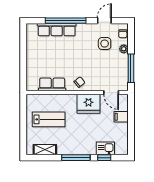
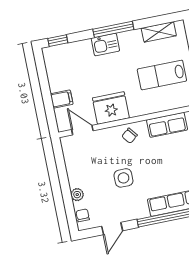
side table: (105, 44) -> (123, 178), moved
window: (131, 68) -> (62, 170), removed
kitchen sink: (105, 148) -> (105, 44), moved
window: (104, 158) -> (58, 41), moved

